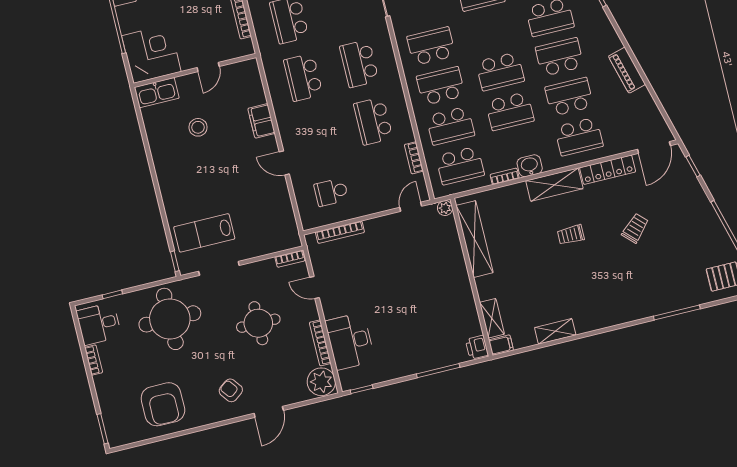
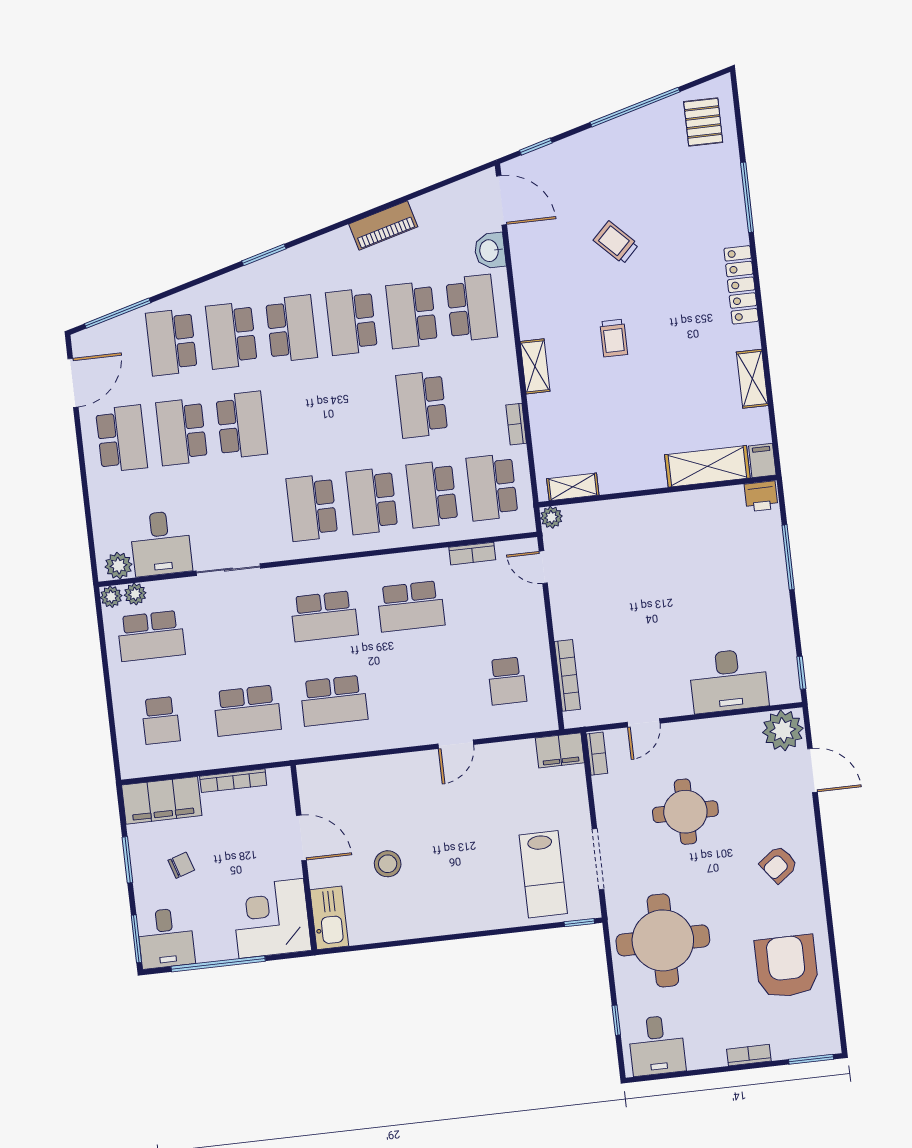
door: (208, 67) -> (301, 838), width x1.37
school desk: (500, 71) -> (362, 411), removed
school desk: (510, 111) -> (422, 404), turned 180
filing cabinet: (261, 121) -> (560, 750), moved
school desk: (450, 126) -> (432, 494), turned 180
school desk: (460, 166) -> (492, 487), turned 180
washbasin: (530, 166) -> (490, 251), moved
locker: (608, 170) -> (741, 285), moved, turned 180
shelving: (554, 185) -> (535, 366), width x0.67, depth x0.75
shelving: (475, 239) -> (573, 487), width x0.45, depth x0.75
shelving: (492, 318) -> (707, 466), width x1.50, depth x1.33
bookcase: (320, 343) -> (726, 725), removed
bookcase: (94, 360) -> (749, 1055), moved
armchair: (163, 404) -> (787, 966), turned -90
door: (269, 412) -> (812, 770), moved

